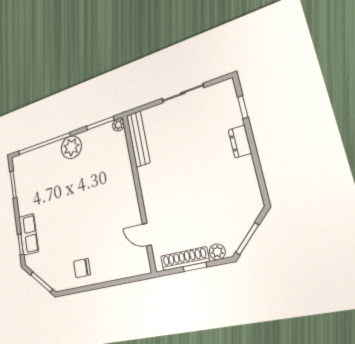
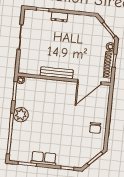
bench: (138, 139) -> (57, 73), moved
row of seats: (29, 234) -> (44, 158), moved
door: (147, 235) -> (89, 82), width x1.87

